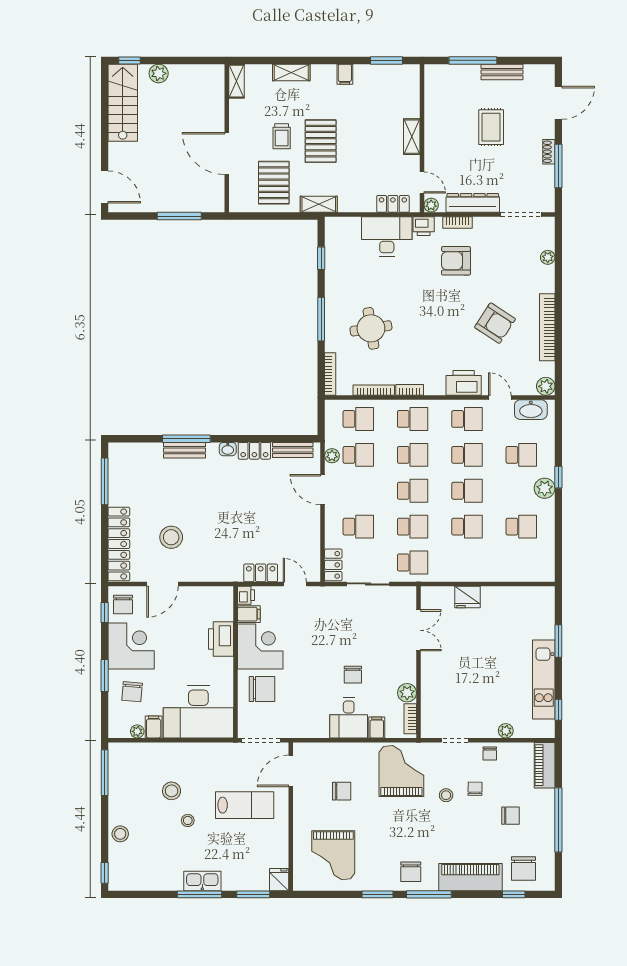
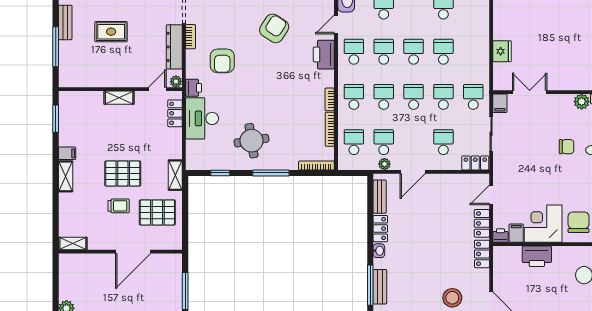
shelving: (291, 72) -> (66, 176), moved
bookcase: (457, 223) -> (191, 37), moved
round table: (371, 328) -> (252, 141), moved
locker: (224, 573) -> (482, 254), added
filing cabinet: (405, 595) -> (500, 103), added

